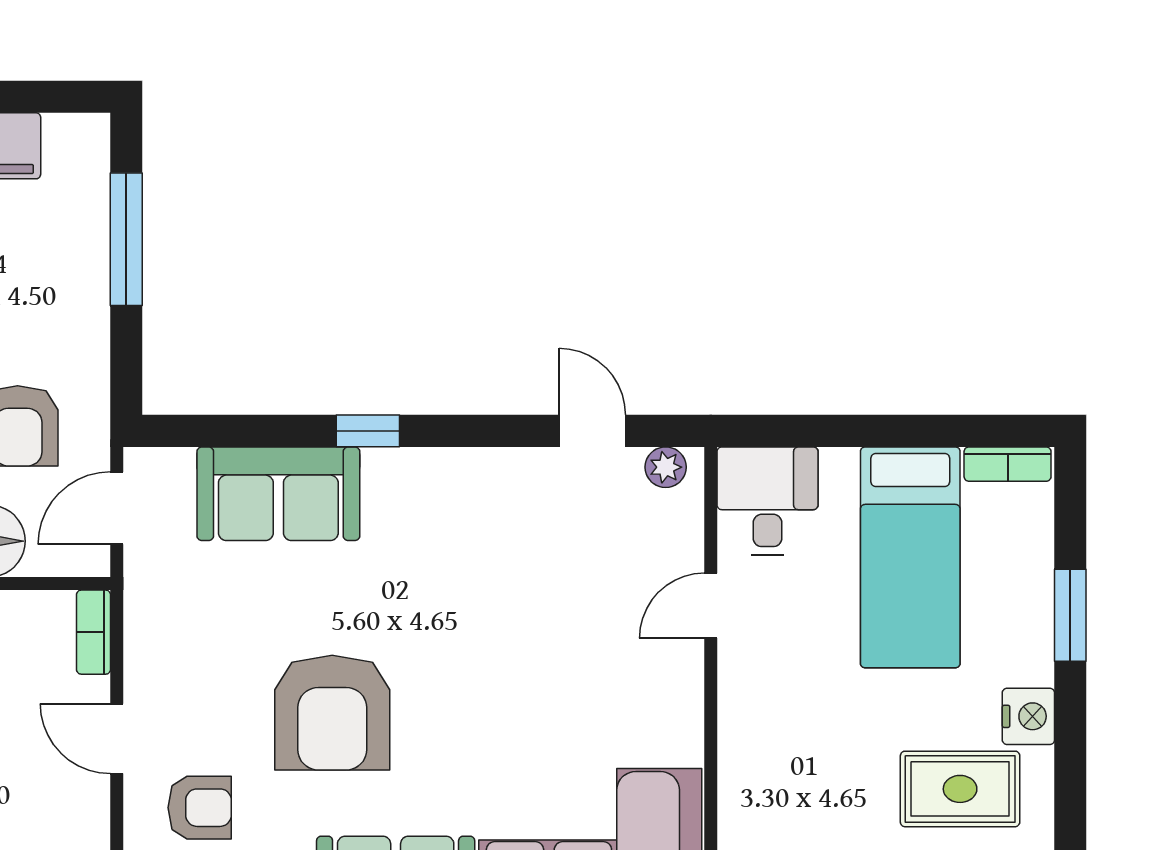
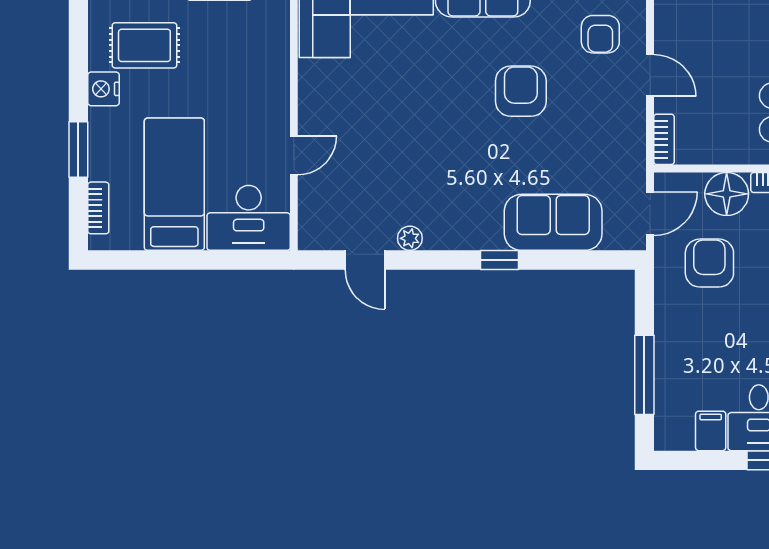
bookcase: (1008, 464) -> (98, 208), moved, turned 90
plant: (666, 467) -> (410, 238), moved
desk: (767, 501) -> (249, 218), width x1.37
armchair: (332, 713) -> (521, 91), width x0.73, depth x0.73
armchair: (200, 808) -> (600, 34), turned -90

